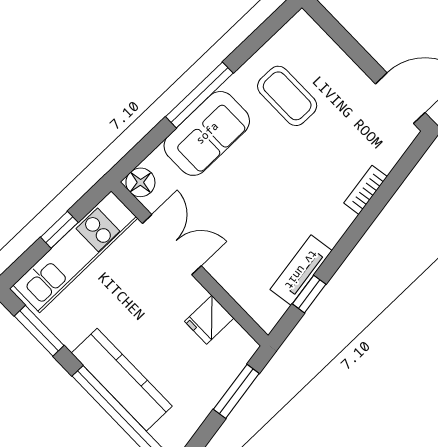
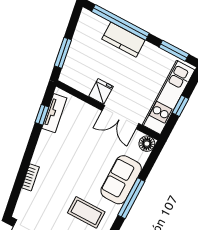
tv unit: (301, 270) -> (54, 113), moved
fridge: (209, 320) -> (101, 91), moved
kitchen counter: (122, 380) -> (123, 40), width x0.67

